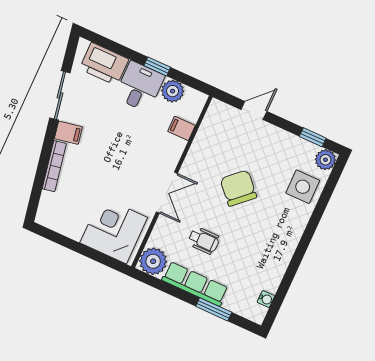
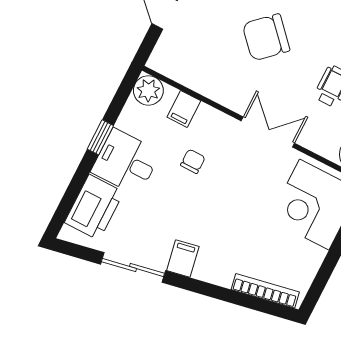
plant: (173, 91) -> (148, 90), moved
chair: (142, 137) -> (193, 161), added
bookcase: (54, 166) -> (265, 291), moved

